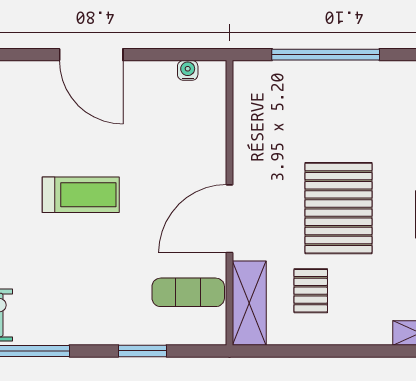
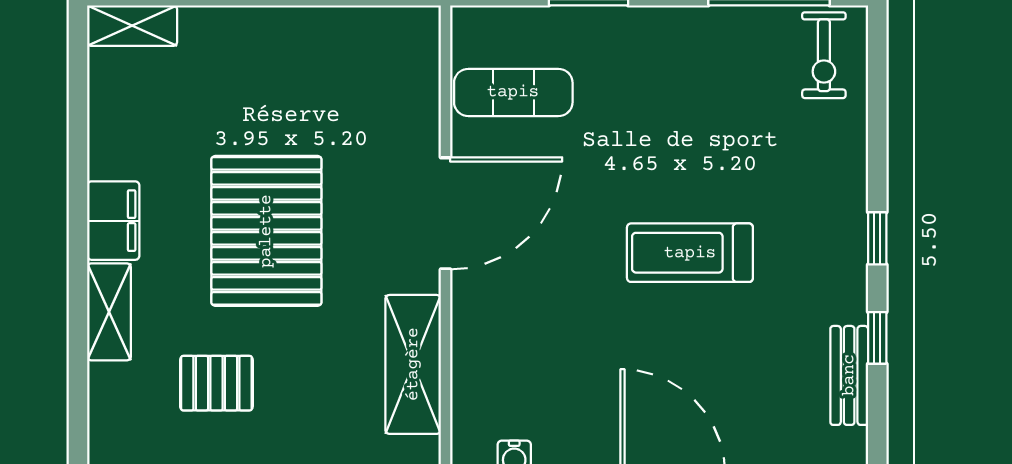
pallet: (311, 291) -> (216, 383), moved, turned 90
shelving: (249, 303) -> (413, 364), moved

